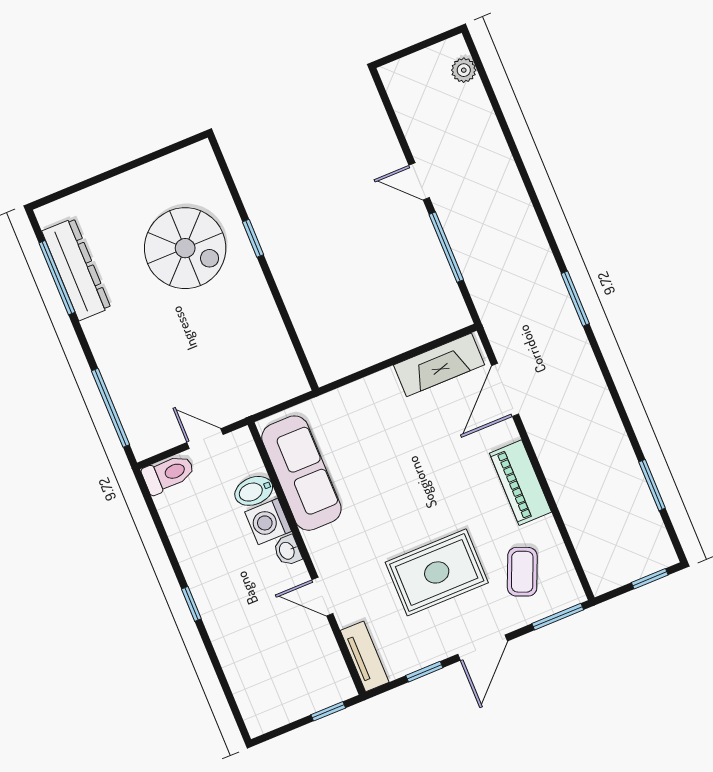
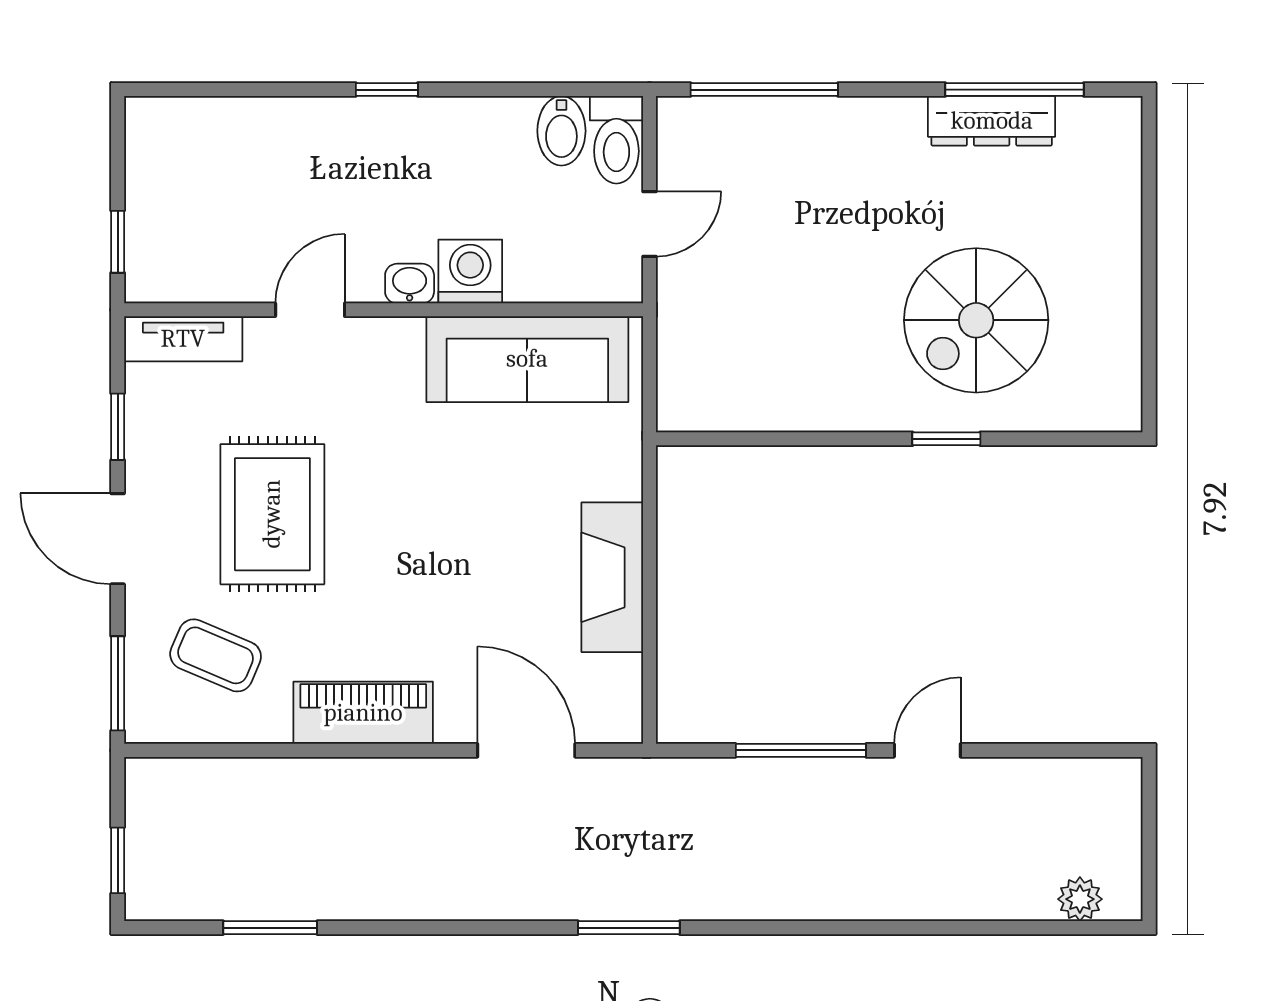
dresser: (76, 269) -> (992, 121), width x0.73, depth x0.80
fireplace: (439, 365) -> (612, 577), moved
bidet: (254, 491) -> (561, 131), moved, turned 180

